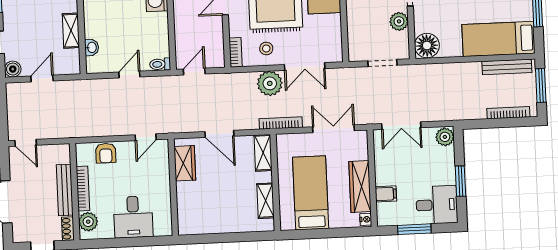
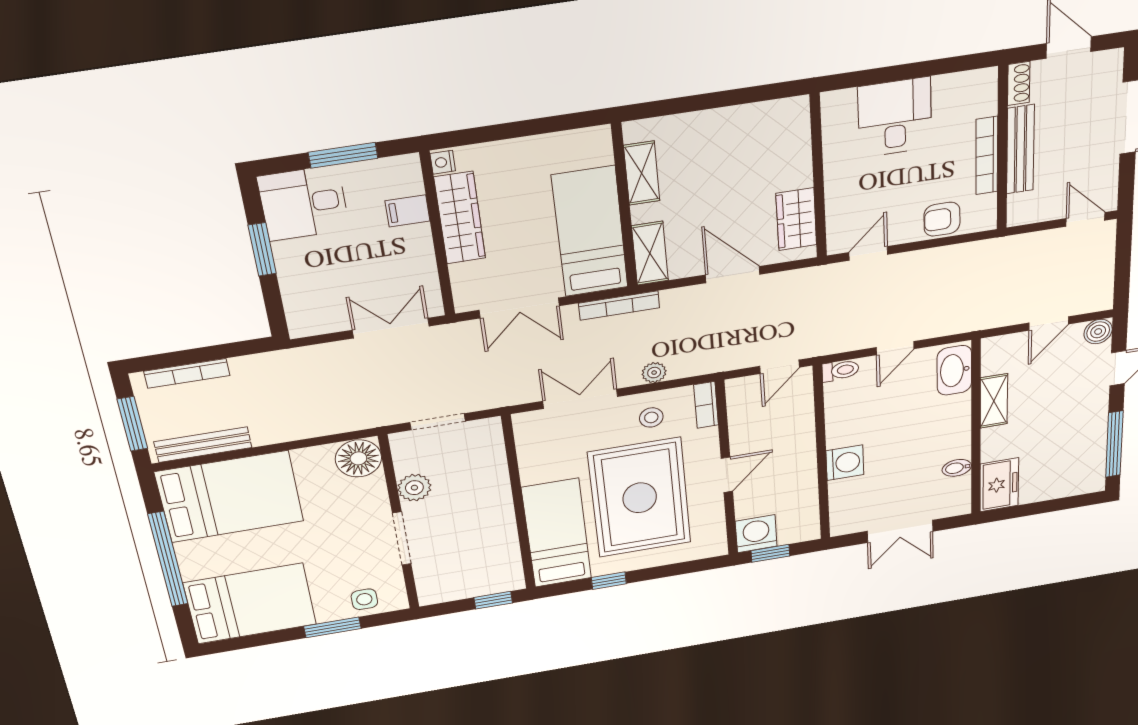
bed: (498, 39) -> (230, 497), width x1.50
washbasin: (92, 47) -> (954, 370), width x1.91, depth x1.45
plant: (270, 83) -> (654, 373), width x0.53, depth x0.53
plant: (445, 137) -> (304, 320), removed
armchair: (106, 153) -> (942, 219), turned -90
bed: (311, 193) -> (590, 232), moved, turned 180
plant: (88, 222) -> (980, 100), removed

